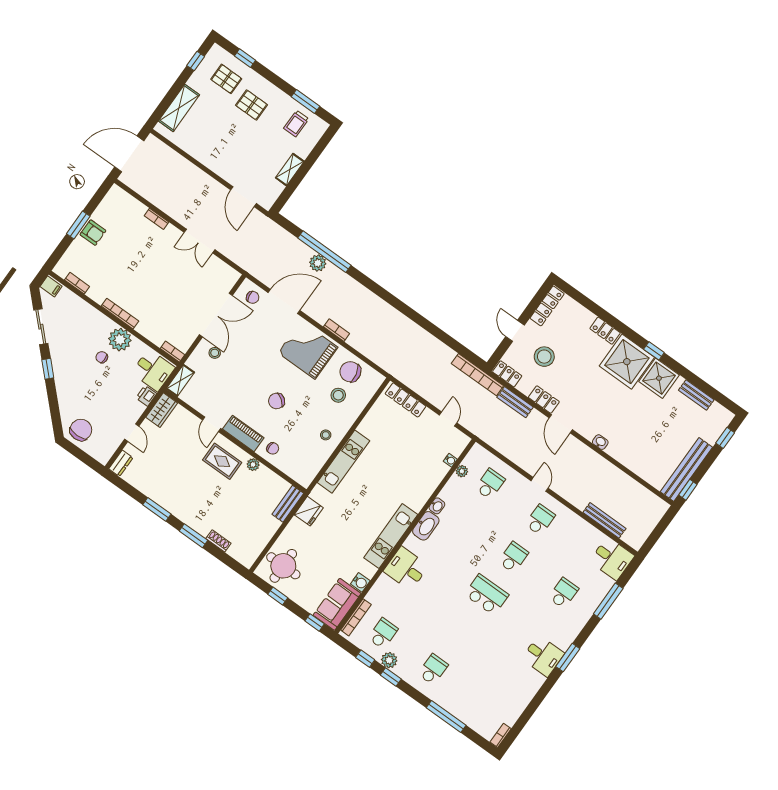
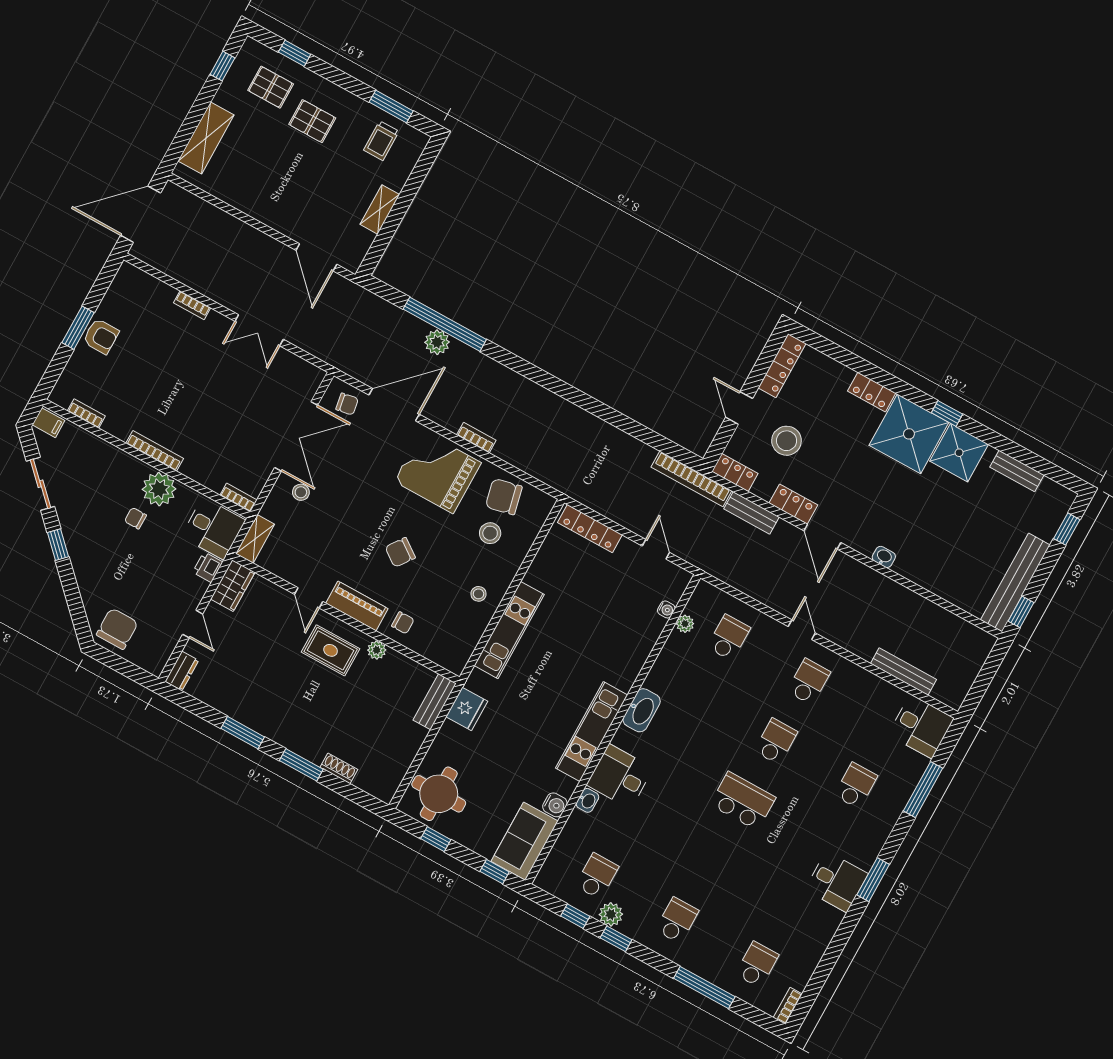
washbasin: (437, 506) -> (587, 800), moved
bookcase: (356, 617) -> (554, 857), removed
school desk: (483, 705) -> (757, 964), added

